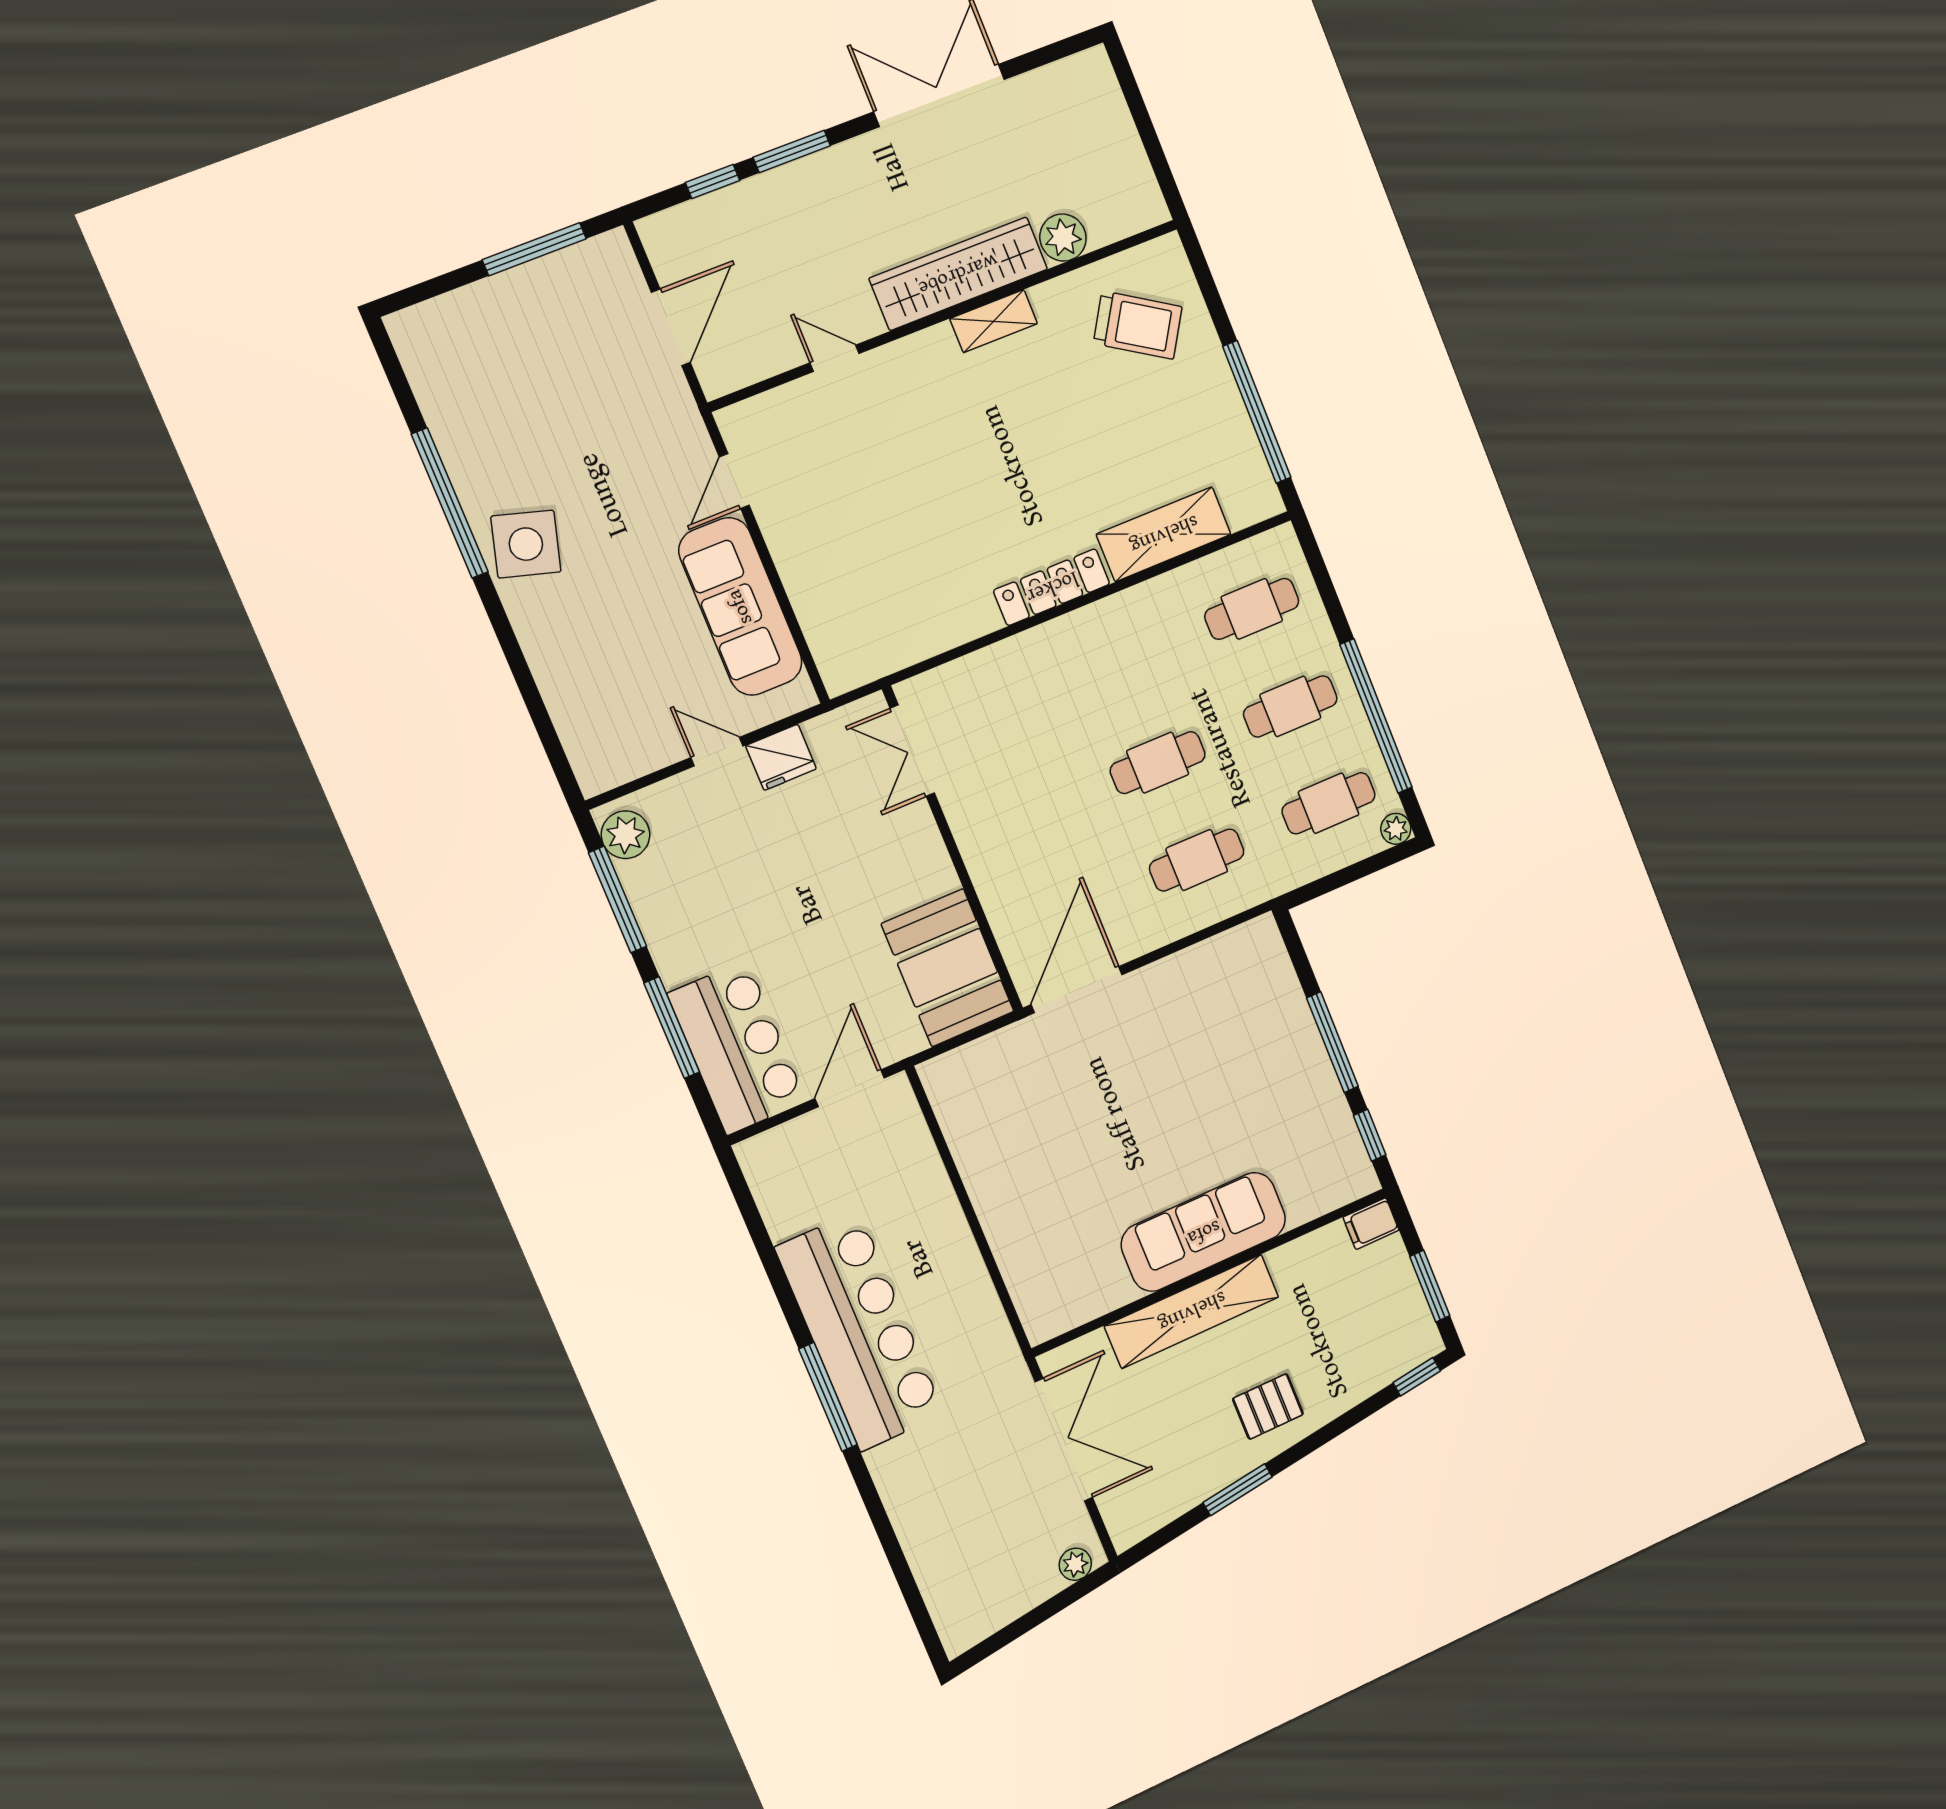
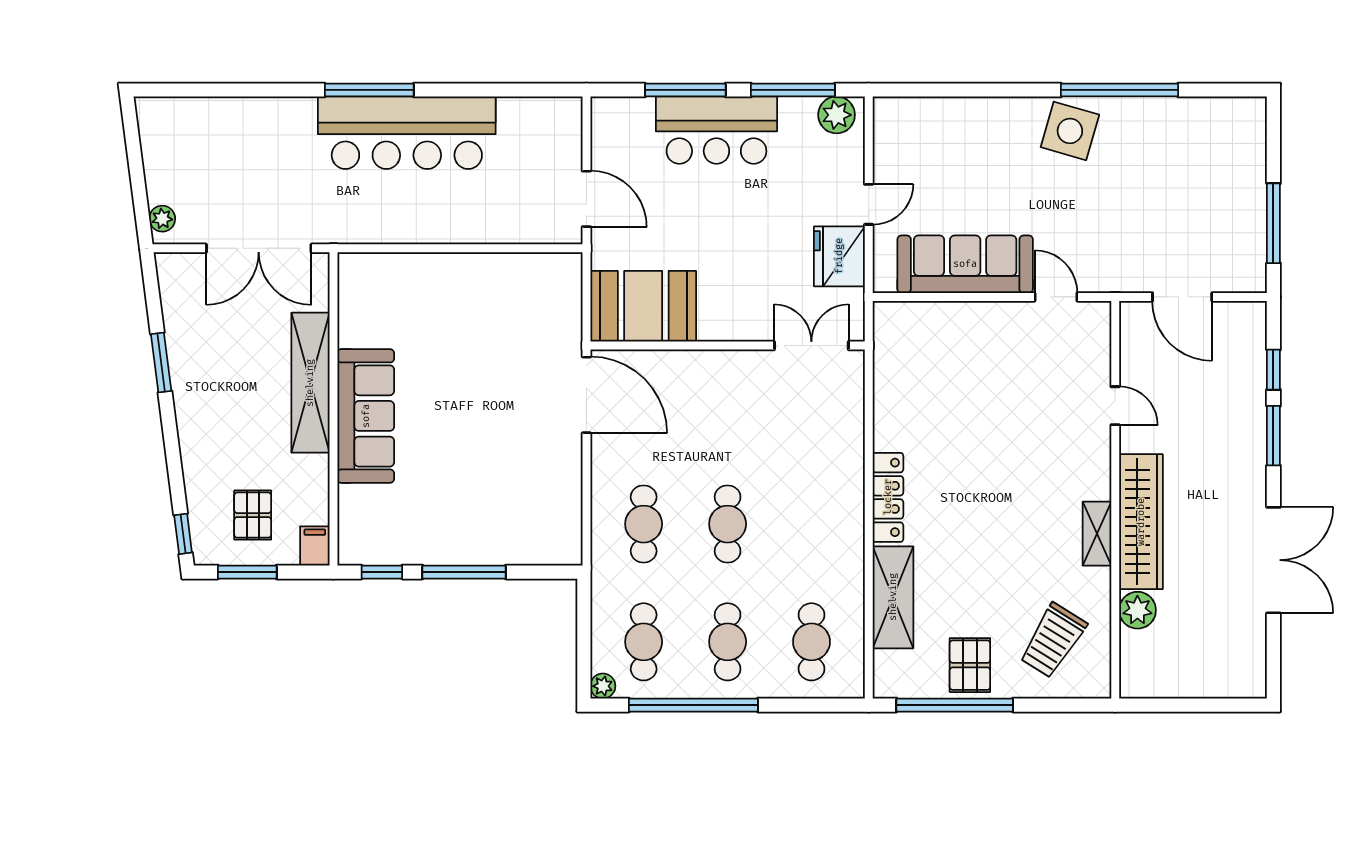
door: (835, 358) -> (1115, 406), hinge flipped
pallet: (1205, 412) -> (970, 665), added
fridge: (781, 757) -> (839, 256), width x1.36, depth x1.34
bar counter: (737, 1048) -> (716, 130), moved
pallet: (1268, 1406) -> (253, 515), moved

